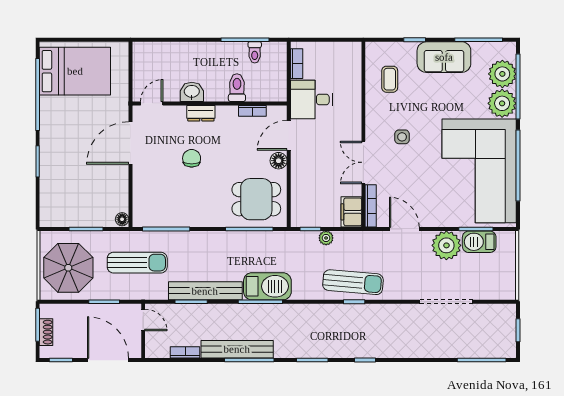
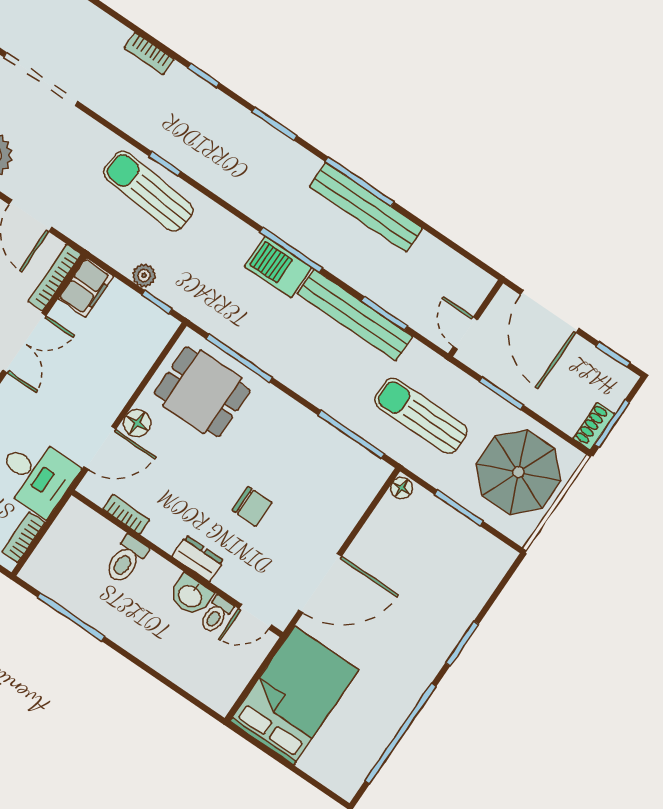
toilet: (255, 52) -> (216, 615), moved, turned 180
bed: (75, 71) -> (294, 695), moved, turned 90
chair: (192, 158) -> (252, 506), turned -90
barbecue: (267, 286) -> (278, 267), width x0.73, depth x0.83
shoe rack: (46, 332) -> (594, 426), moved
bookcase: (185, 352) -> (149, 53), moved

